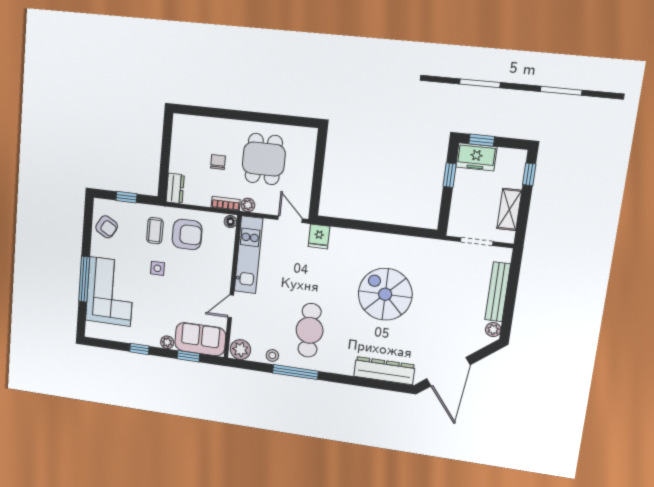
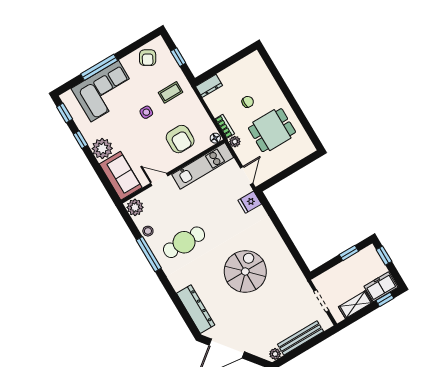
freezer: (476, 157) -> (381, 287), moved, turned 90
armchair: (187, 234) -> (180, 139), moved
plant: (167, 342) -> (102, 148), width x1.88, depth x1.88
window: (188, 356) -> (65, 113), moved

